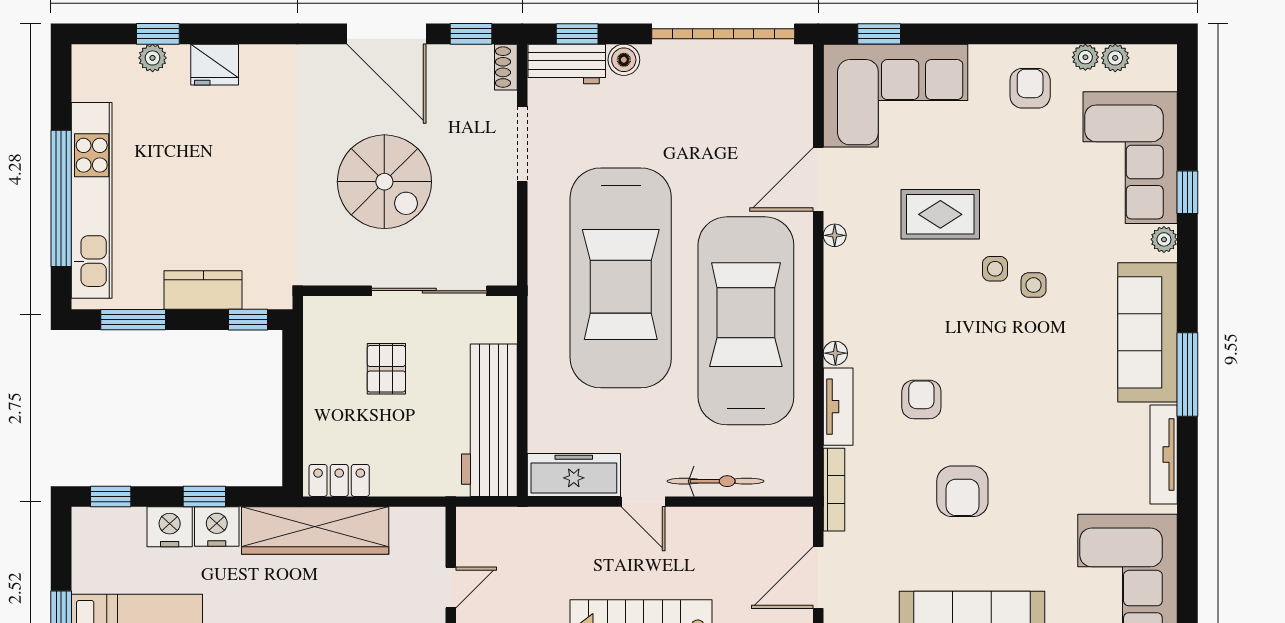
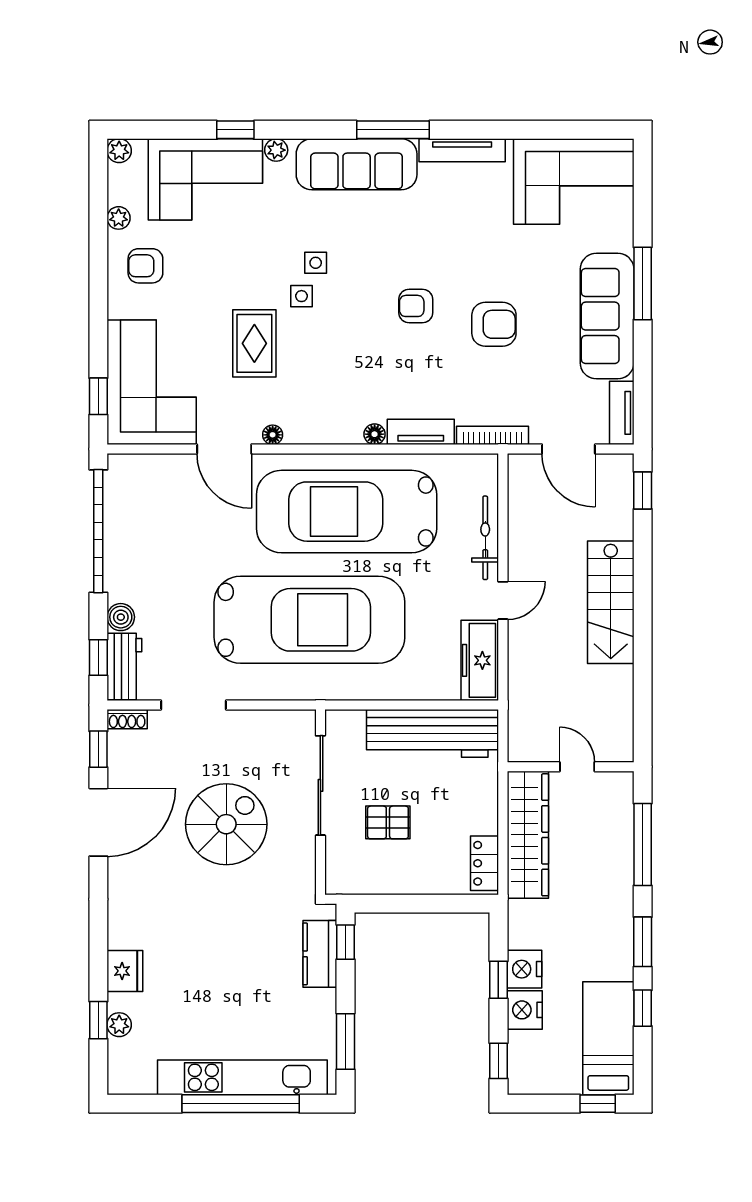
plant: (1115, 58) -> (119, 151), moved
kitchen counter: (203, 290) -> (320, 954), moved
armchair: (921, 399) -> (416, 306), moved
wardrobe: (315, 531) -> (528, 835), moved

